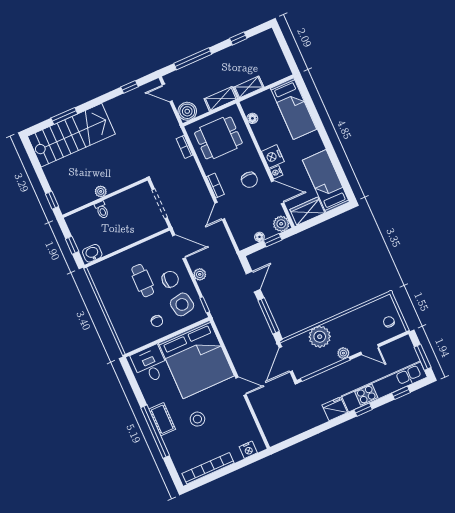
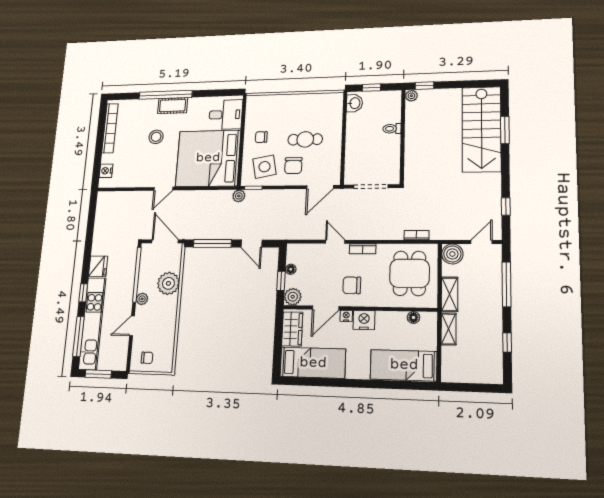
plant: (101, 191) -> (411, 96), moved
plant: (200, 274) -> (239, 196), moved
window: (401, 393) -> (78, 336), width x2.17

